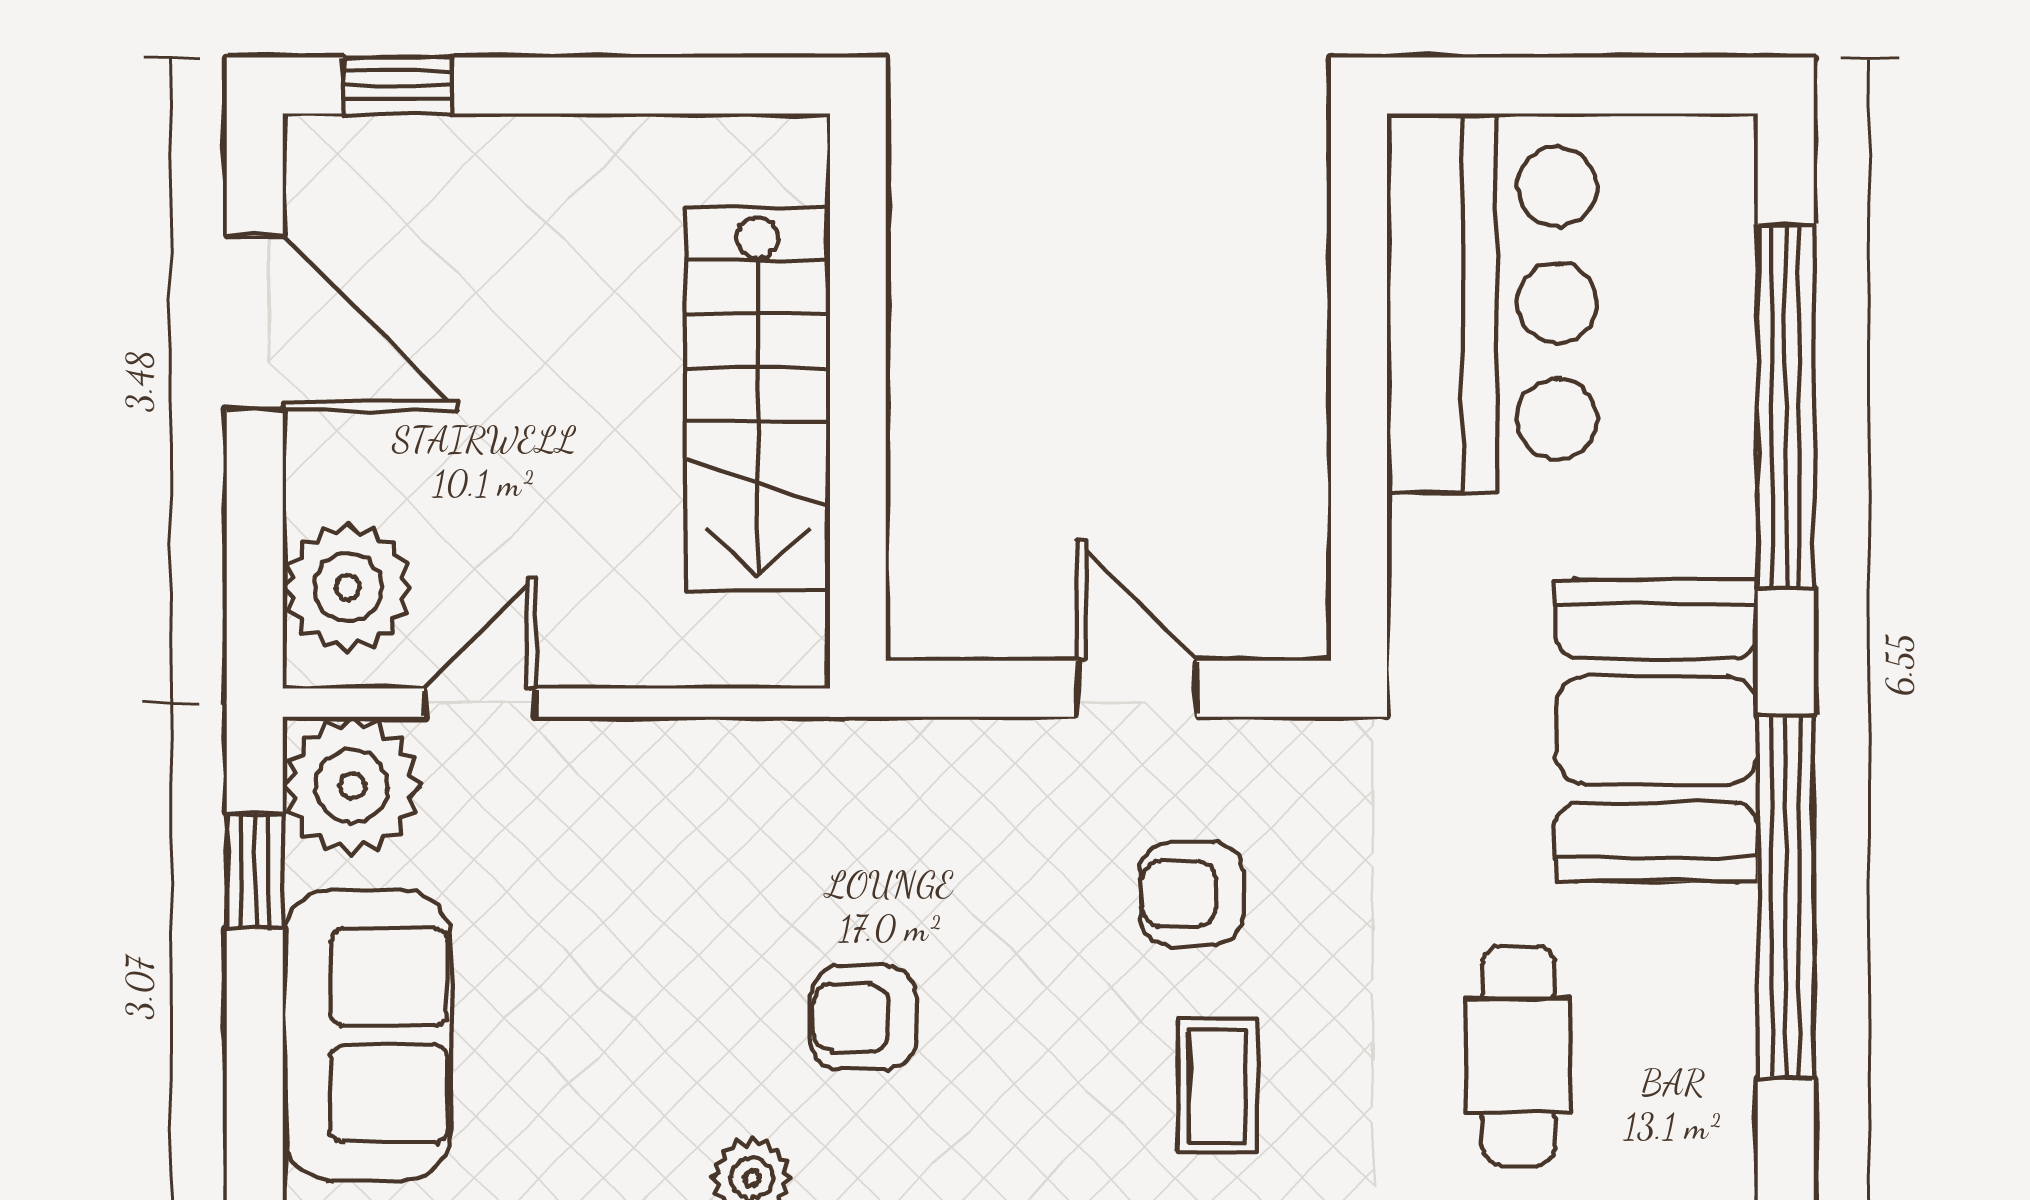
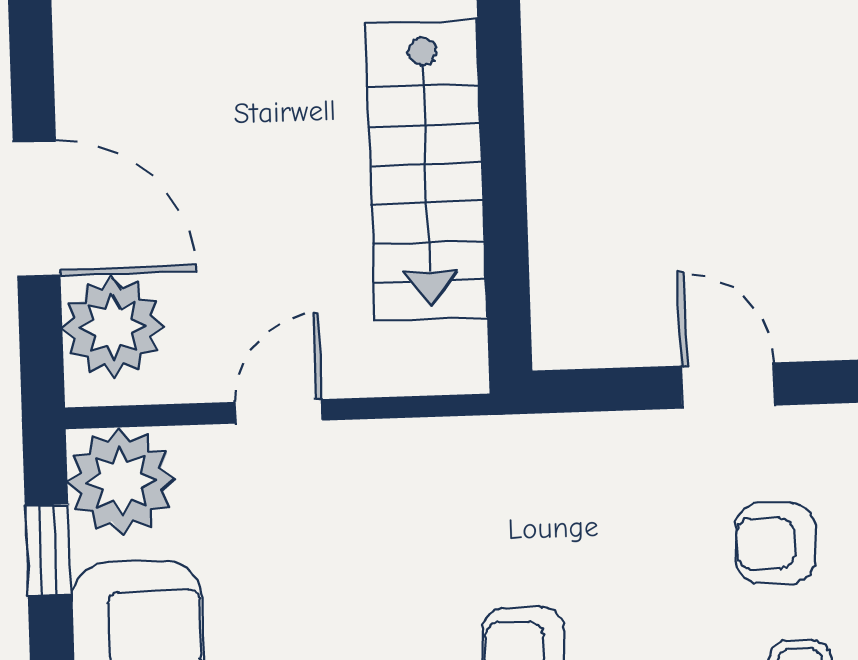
door: (255, 323) -> (37, 209), moved
door: (480, 703) -> (279, 411), moved

